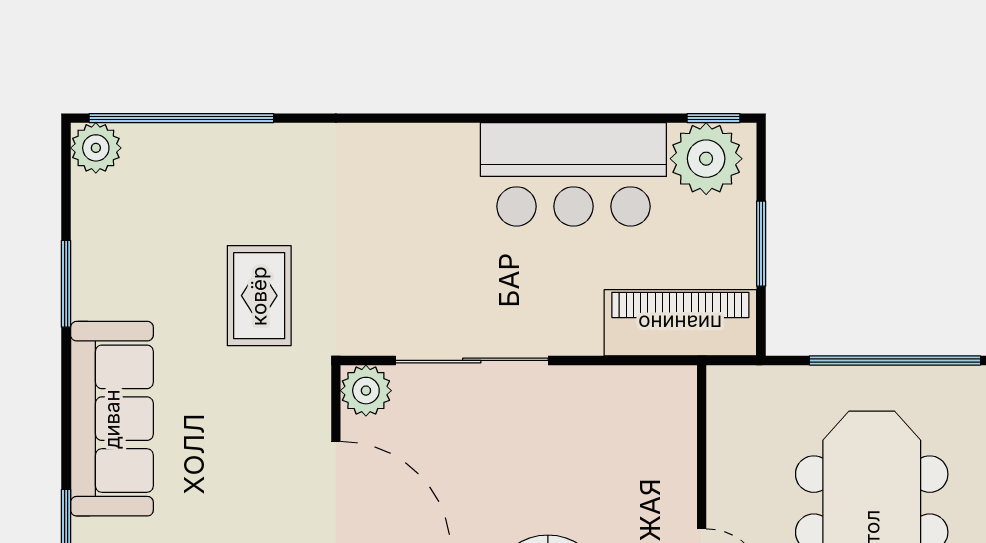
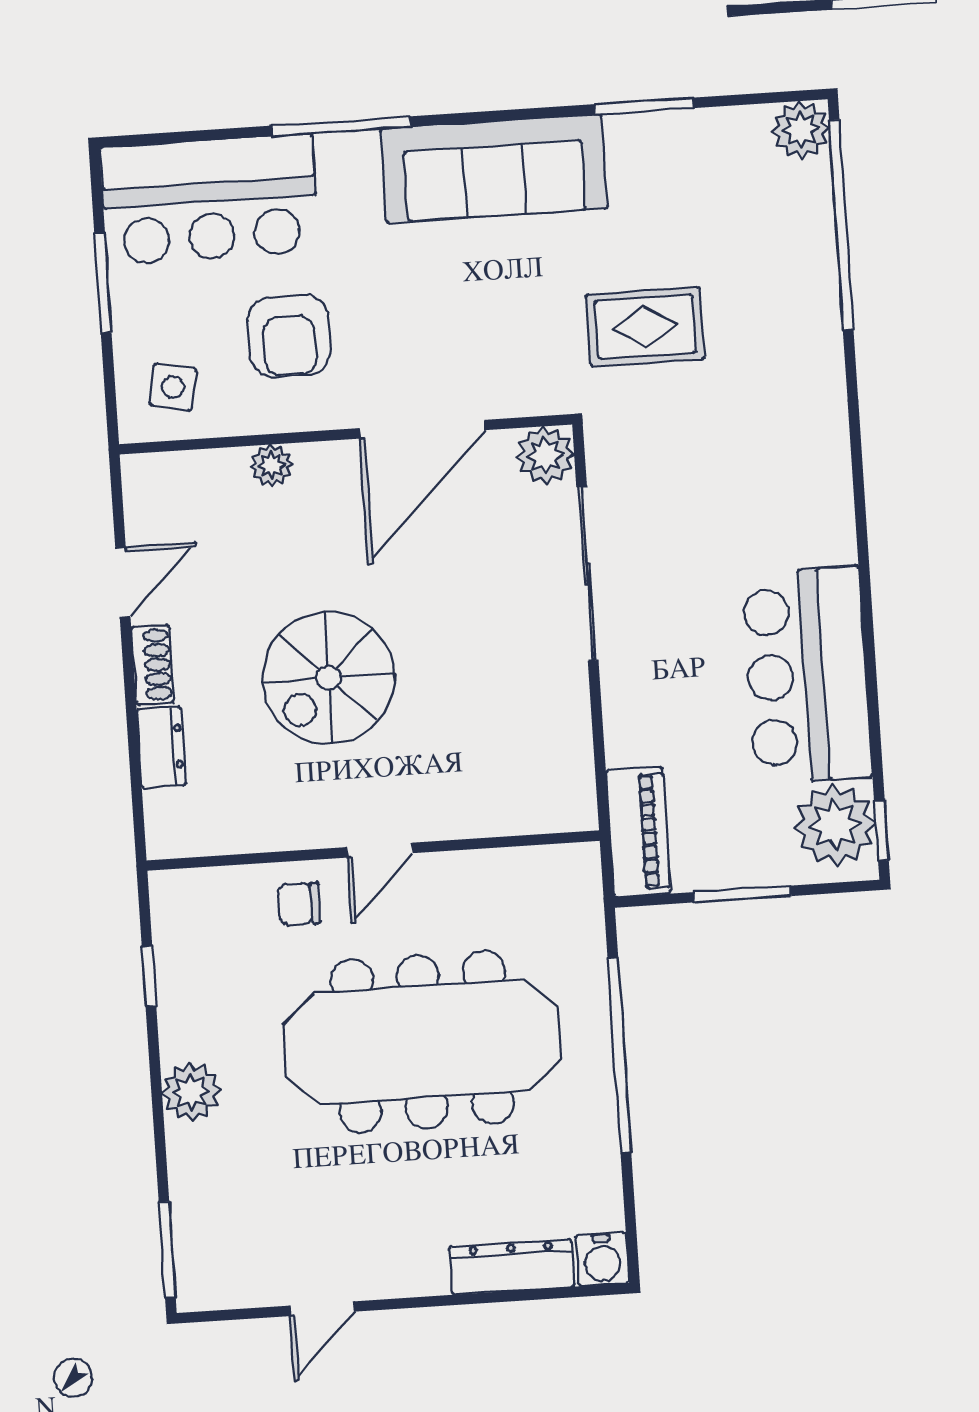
piano: (680, 323) -> (638, 832), width x0.73, depth x0.75

